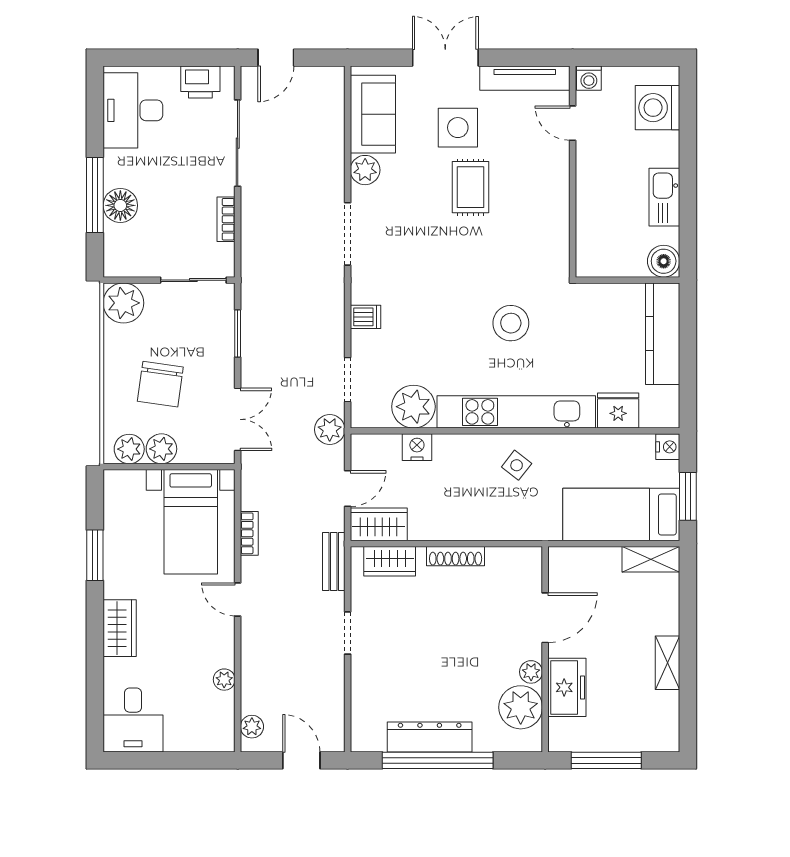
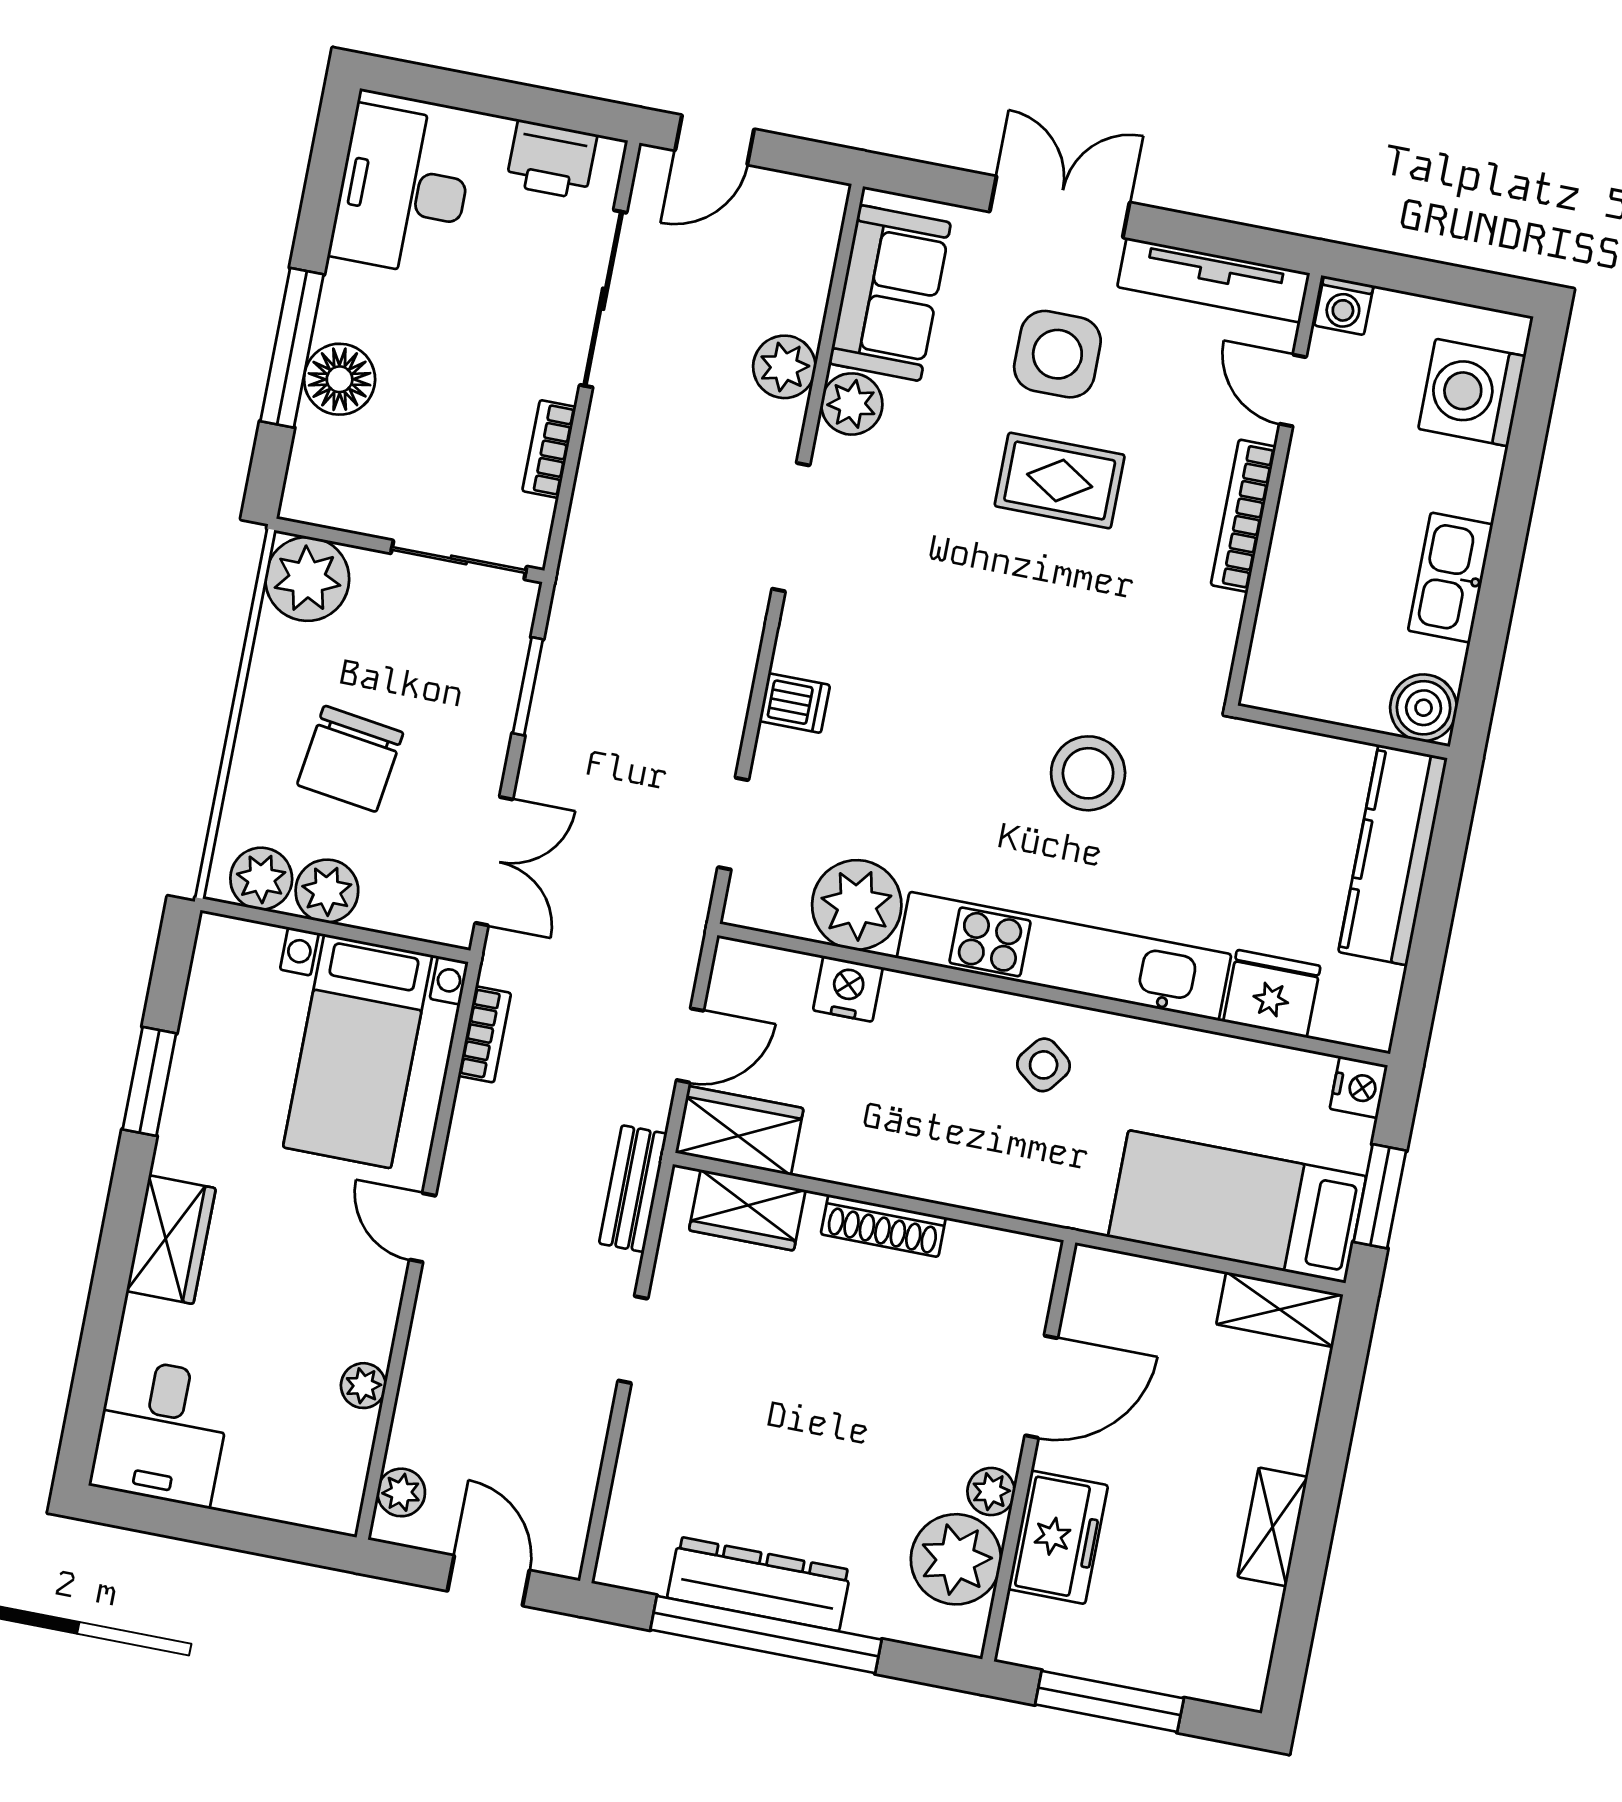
rug: (470, 187) -> (1060, 481), turned 90
bookcase: (561, 187) -> (1243, 516), added
plant: (330, 430) -> (784, 367), moved
bookcase: (249, 533) -> (485, 1034), moved

